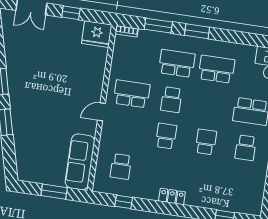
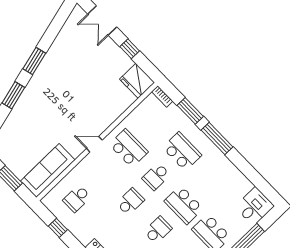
window: (197, 31) -> (217, 138), width x1.44
school desk: (217, 69) -> (184, 205), moved, turned 180

